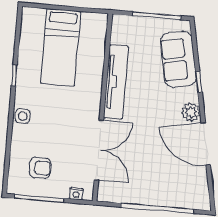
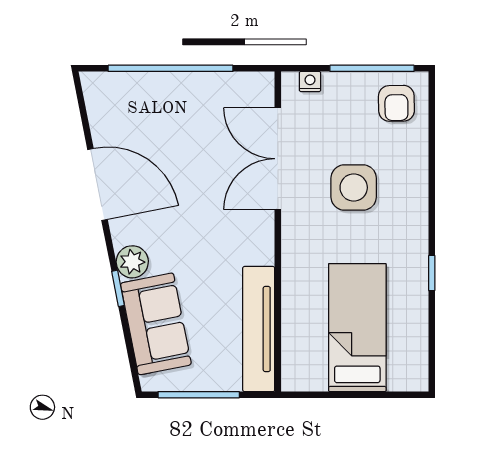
tv unit: (116, 82) -> (259, 329), moved
plant: (191, 112) -> (132, 262), moved
side table: (23, 116) -> (354, 188), moved, width x1.87, depth x1.87
armchair: (40, 168) -> (396, 103), moved, turned -91

